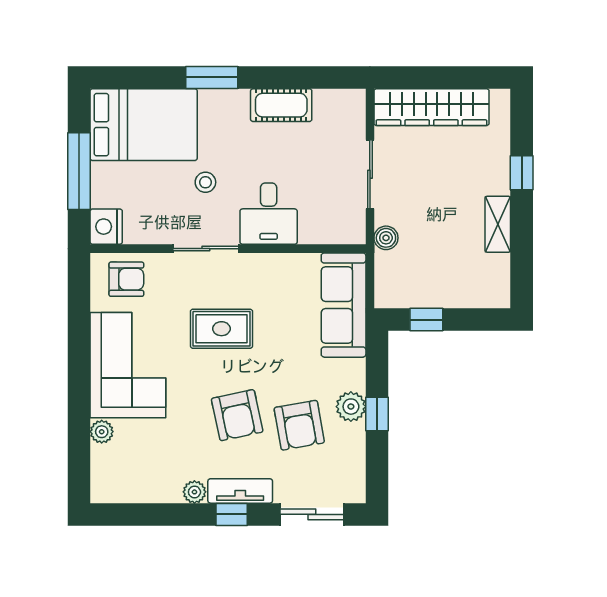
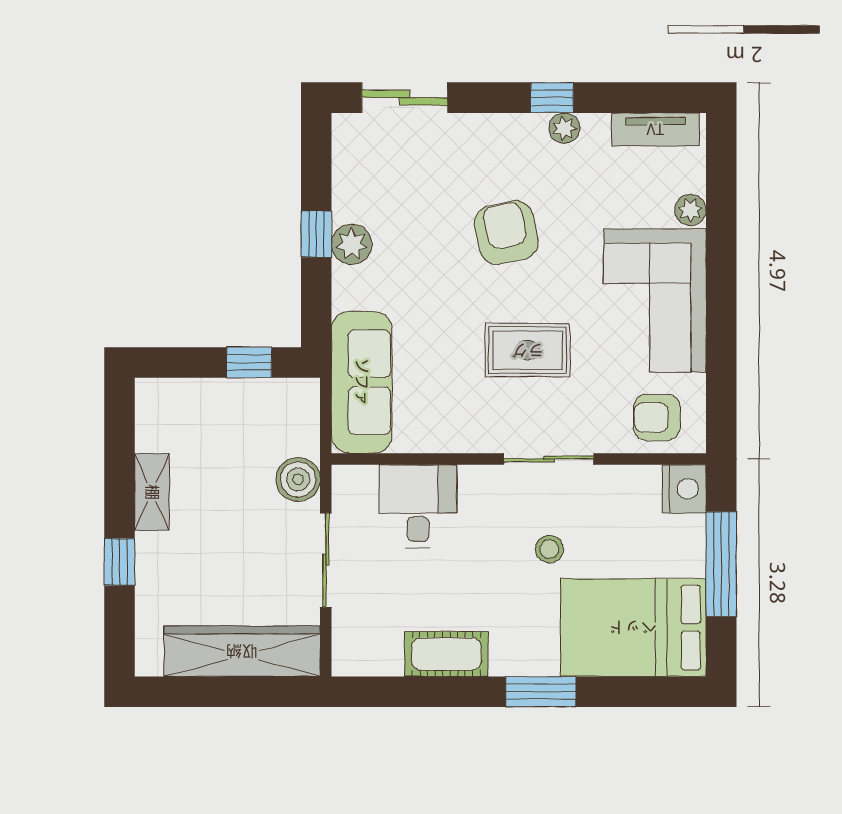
desk: (269, 214) -> (418, 506), moved
boiler: (386, 238) -> (298, 479), width x1.36, depth x1.36
armchair: (299, 425) -> (422, 219), removed
tv unit: (240, 491) -> (655, 129), moved
window: (232, 514) -> (552, 98), moved

